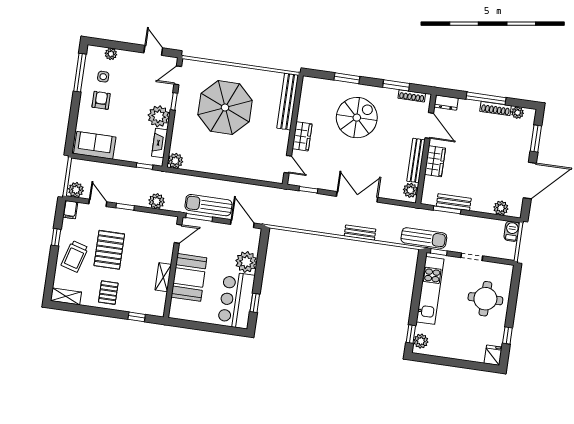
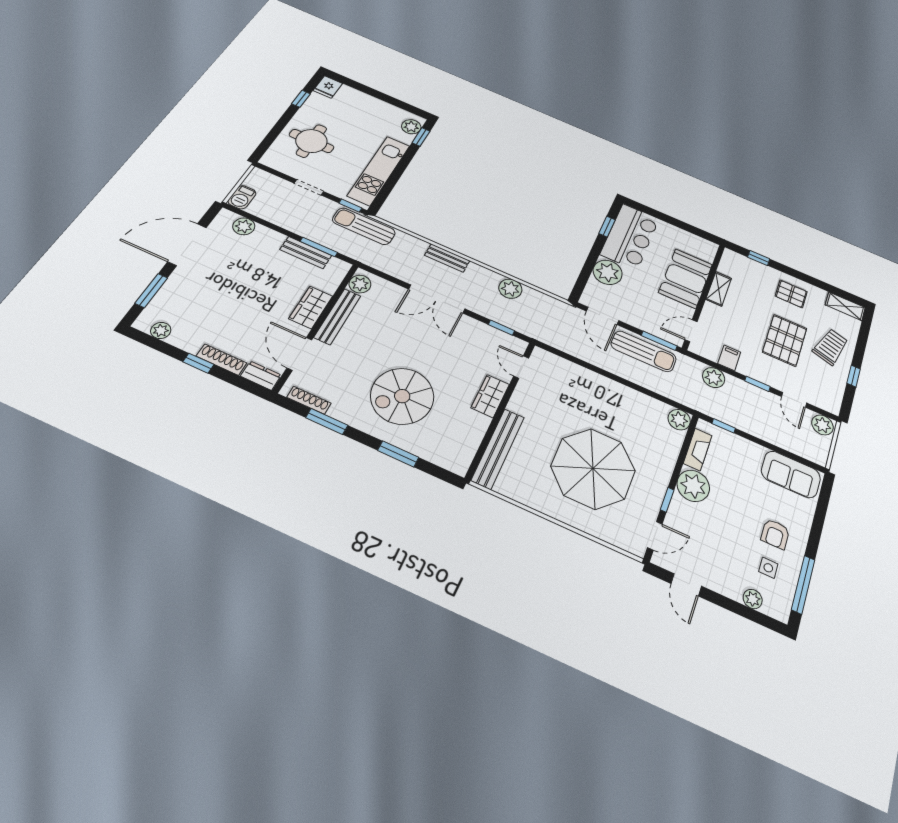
window: (486, 98) -> (198, 363), width x0.46
shoe rack: (495, 108) -> (222, 360), moved
filing cabinet: (70, 210) -> (729, 358), moved
plant: (310, 223) -> (510, 289), added
pallet: (108, 293) -> (791, 294), turned 90

